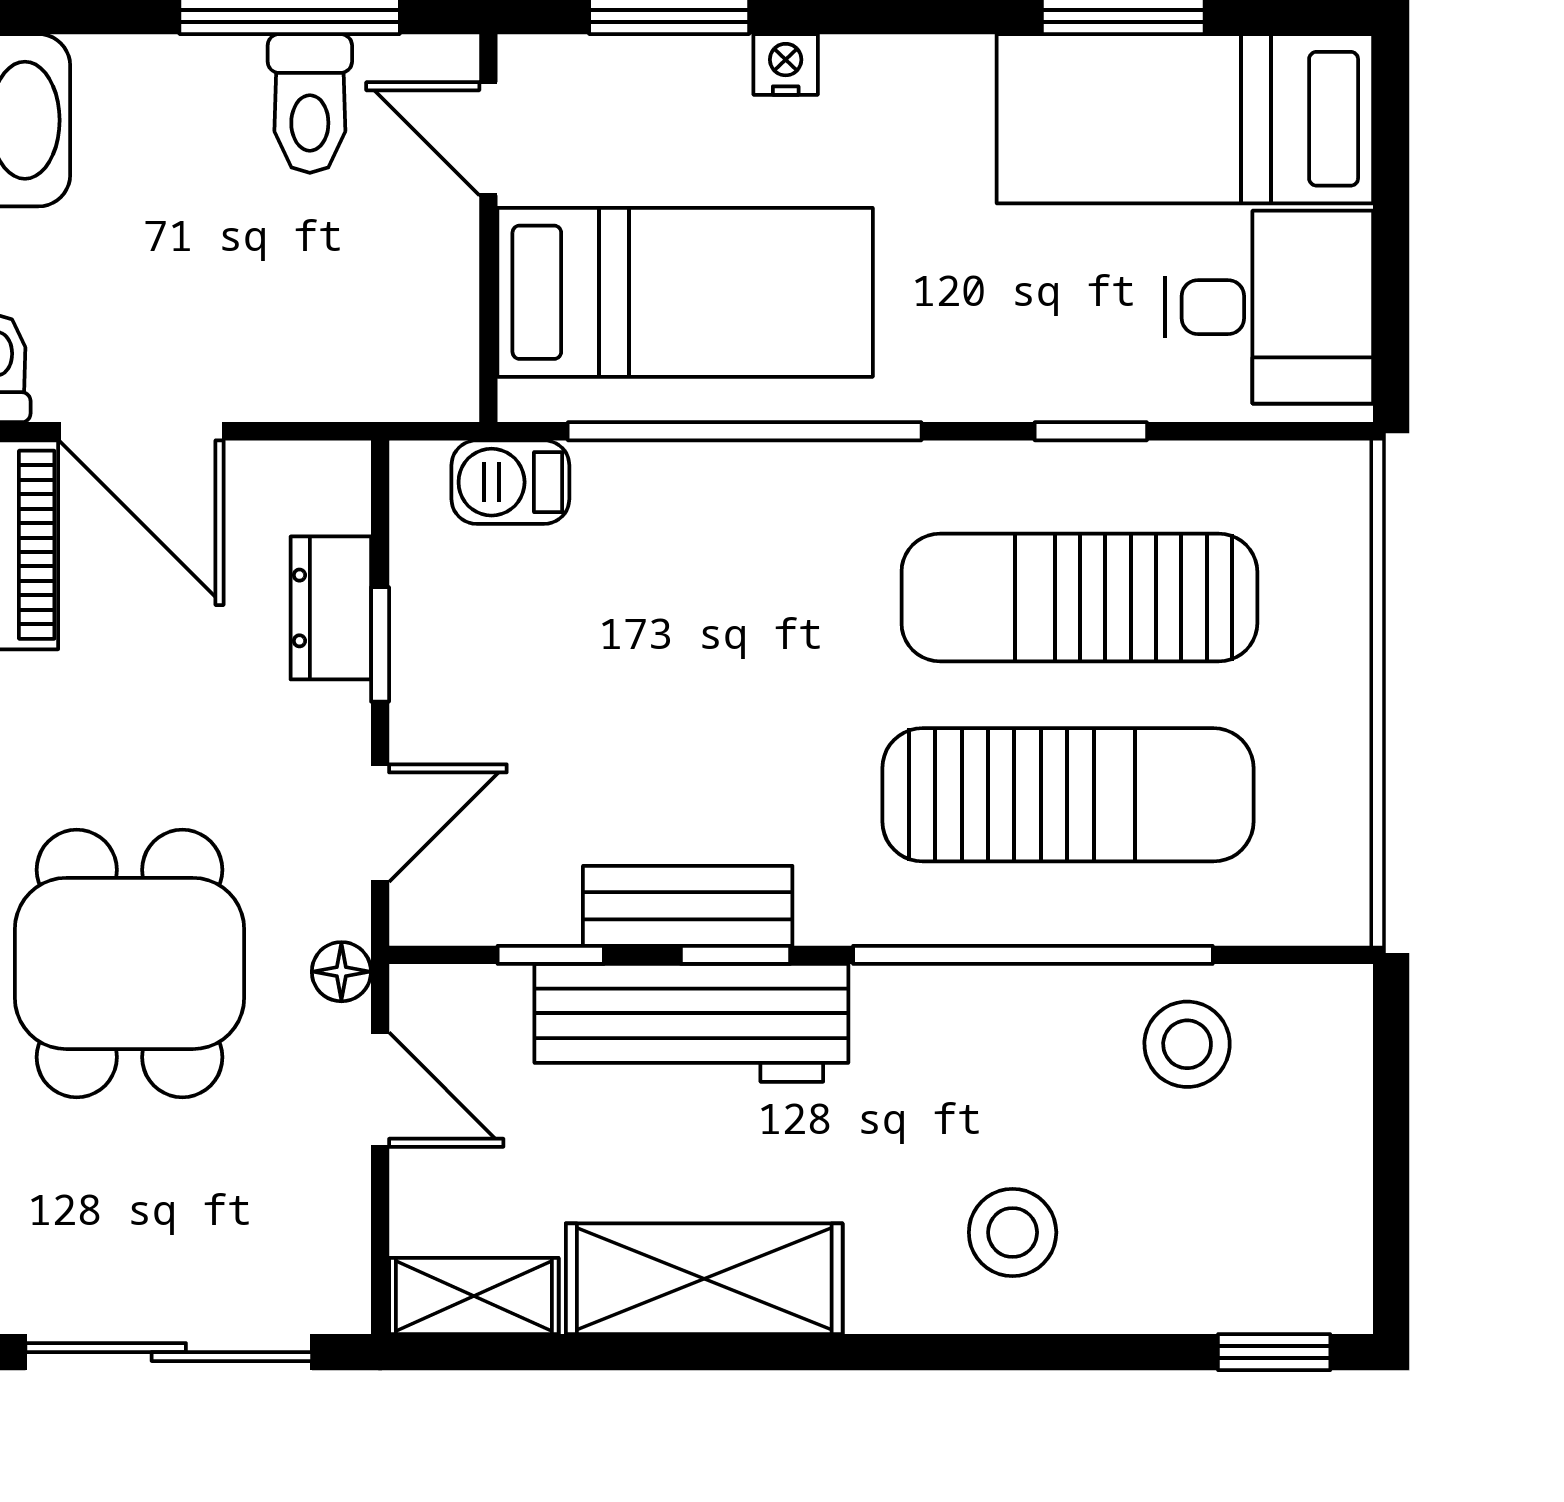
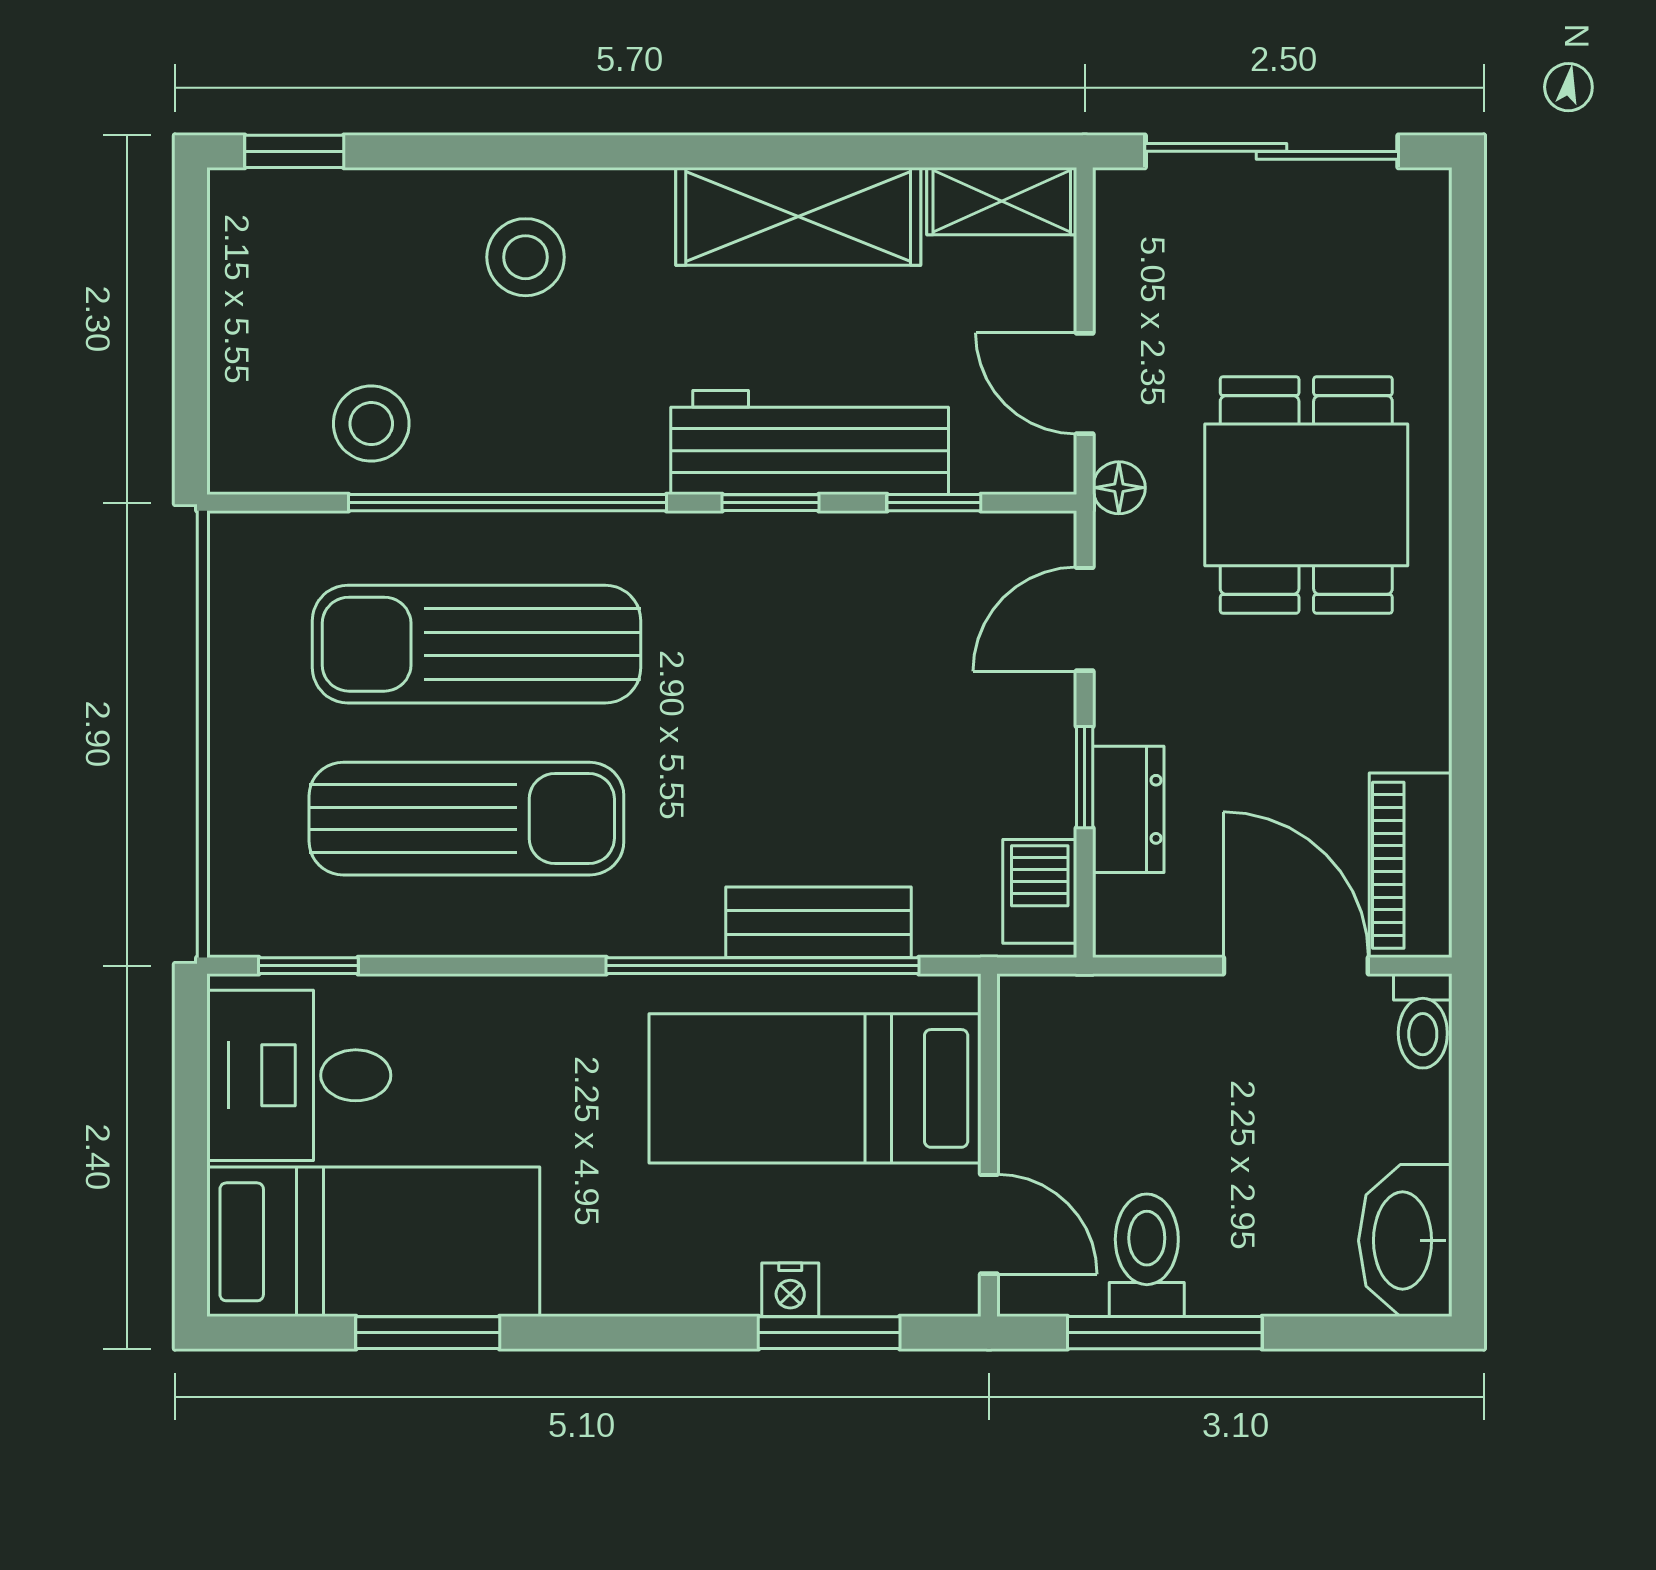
nightstand: (786, 64) -> (790, 1290), moved
window: (1091, 431) -> (308, 966), moved
barbecue: (510, 482) -> (1040, 891), moved, turned -90
bench: (688, 906) -> (818, 922), moved

